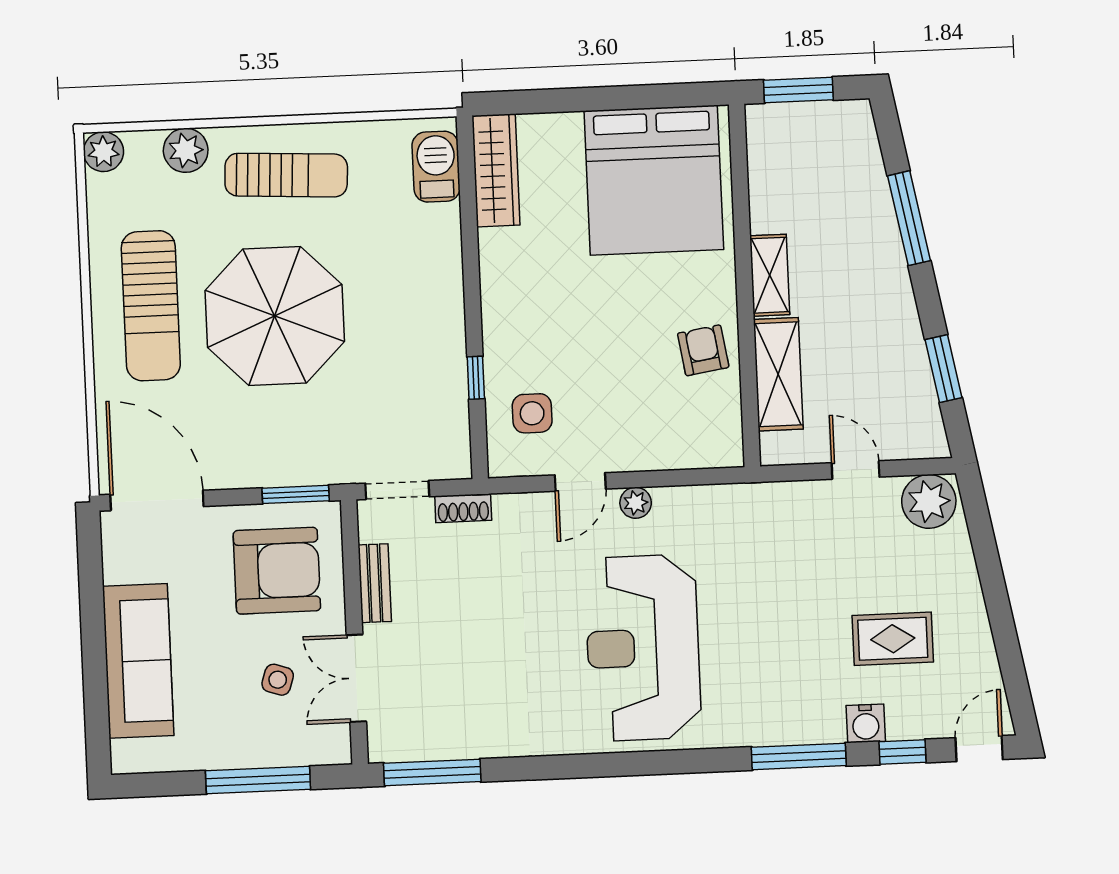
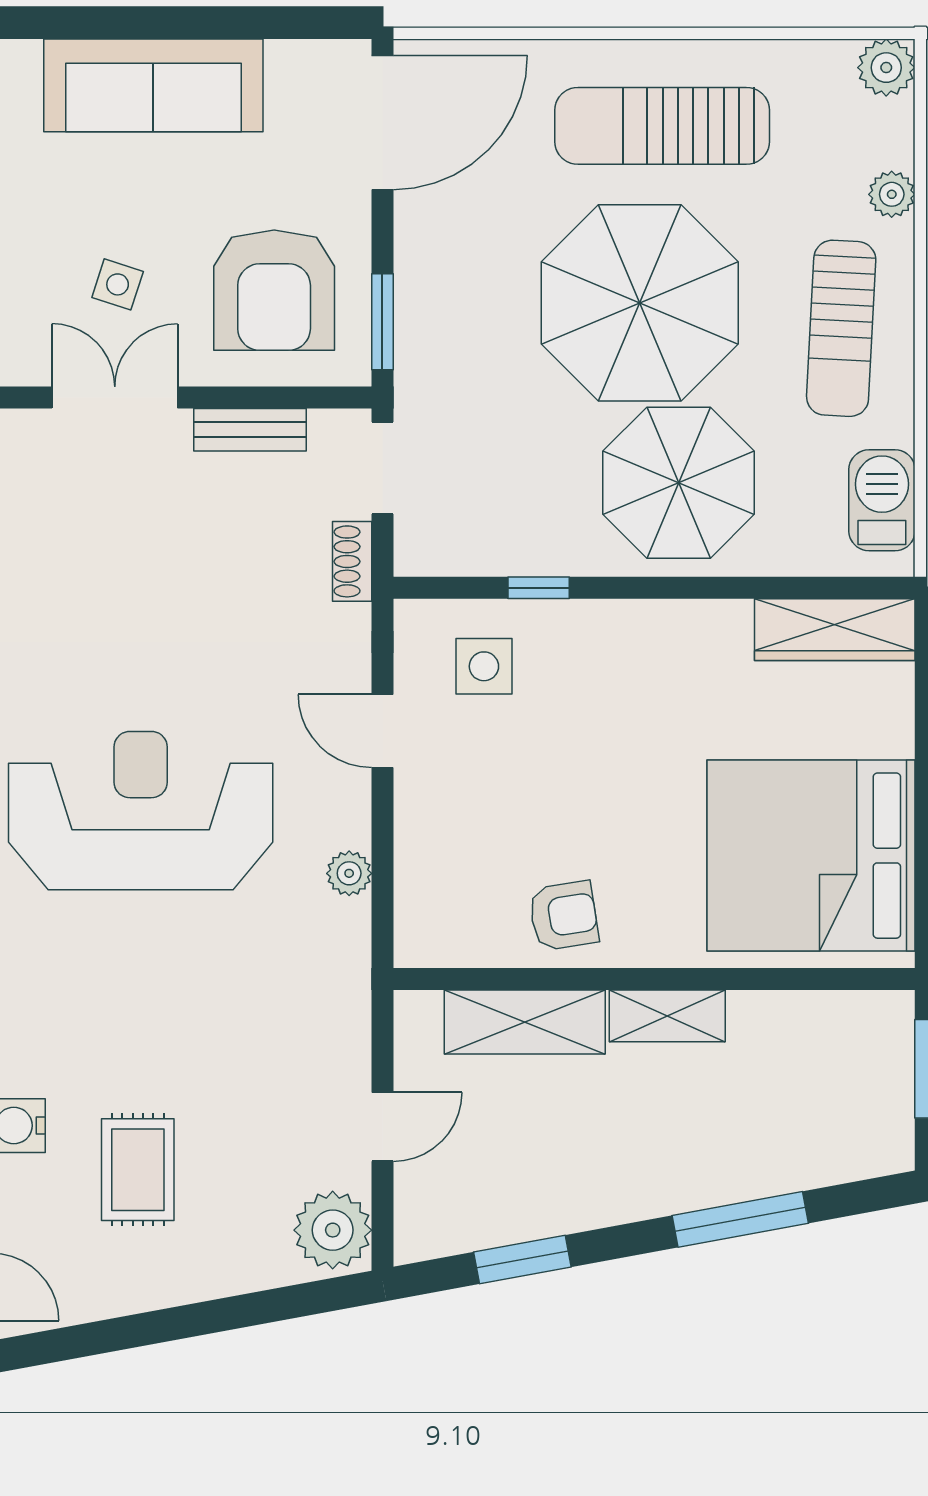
plant: (186, 150) -> (892, 194), width x0.73, depth x0.73
barbecue: (436, 167) -> (882, 500), moved, turned -90
parasol: (398, 284) -> (679, 483), added
plant: (636, 503) -> (349, 873), moved

